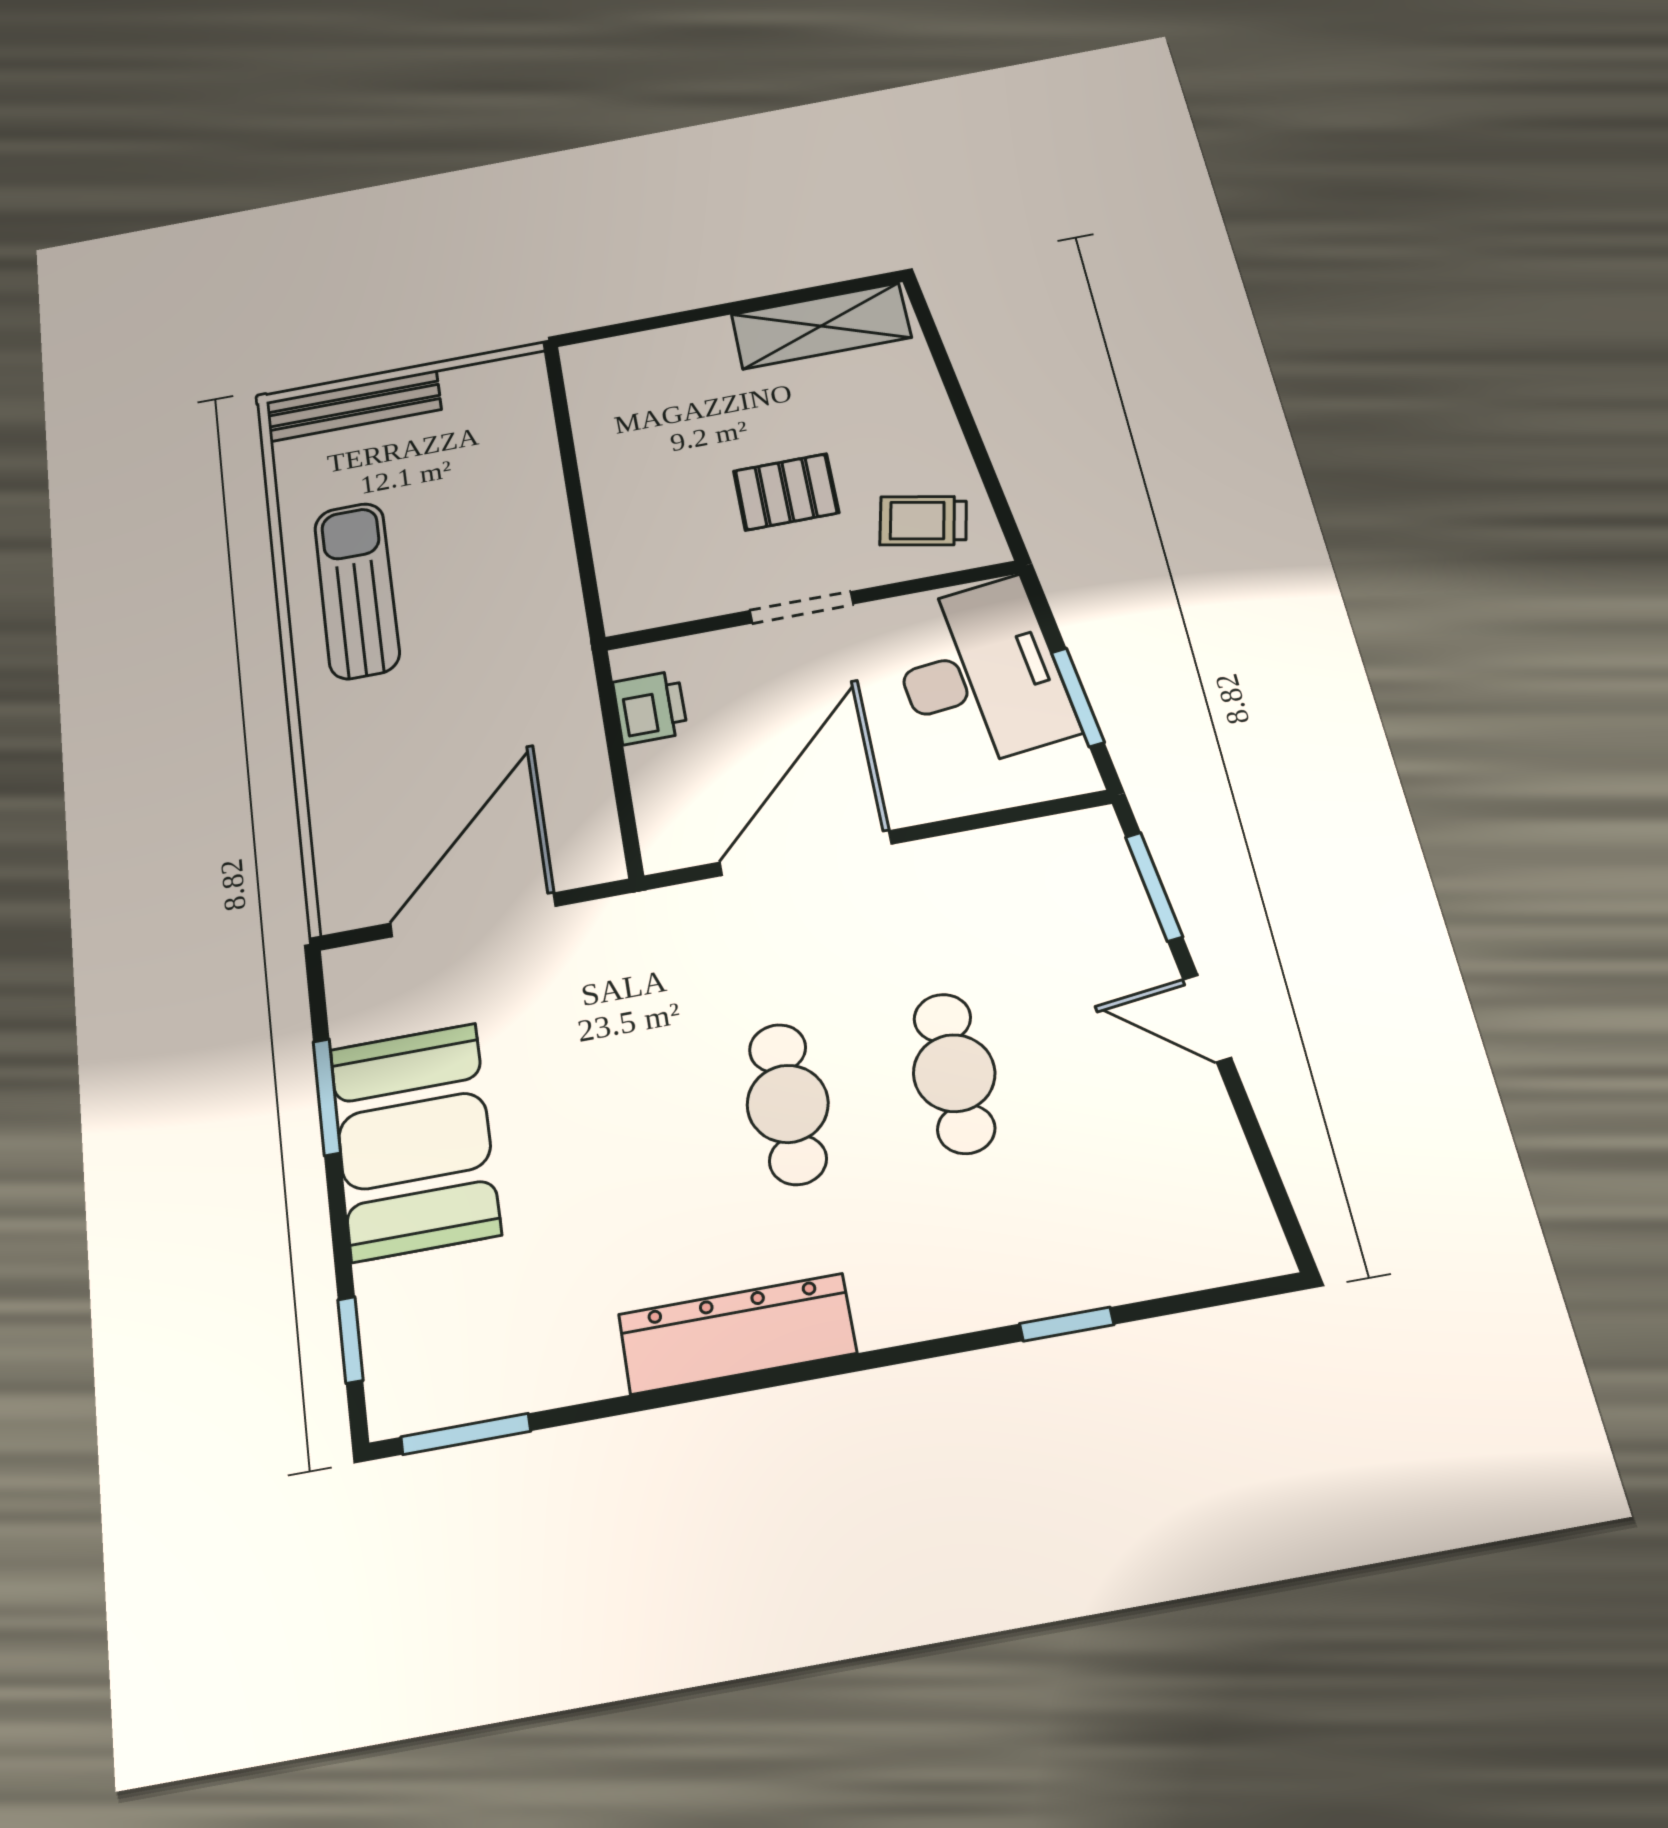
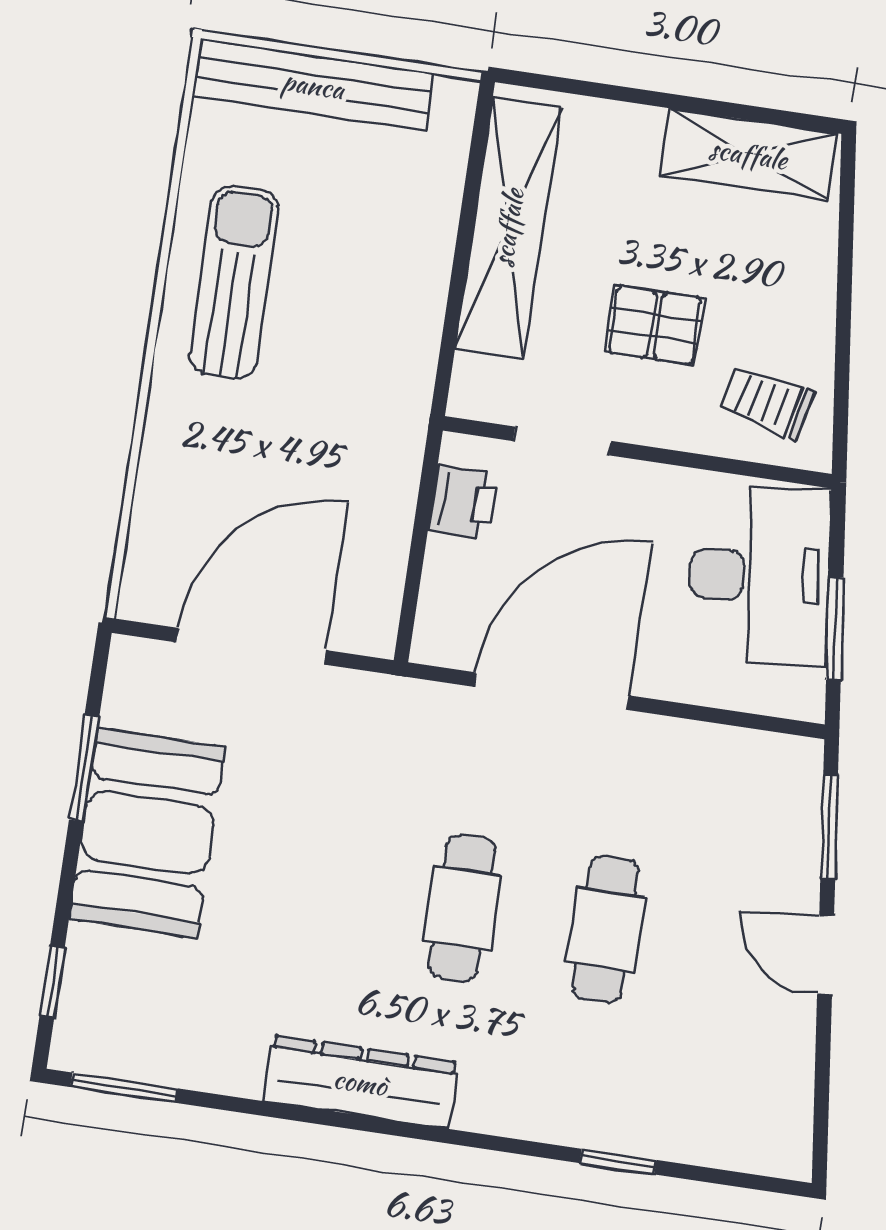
bench: (354, 406) -> (313, 85), width x1.37, depth x1.21
shelving: (612, 458) -> (508, 228), added
doorway: (801, 607) -> (562, 441), moved

